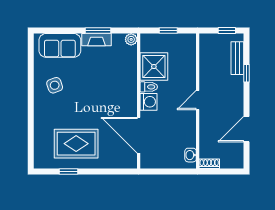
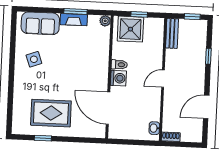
bench: (237, 58) -> (172, 33), moved
shower: (154, 67) -> (130, 29), moved

